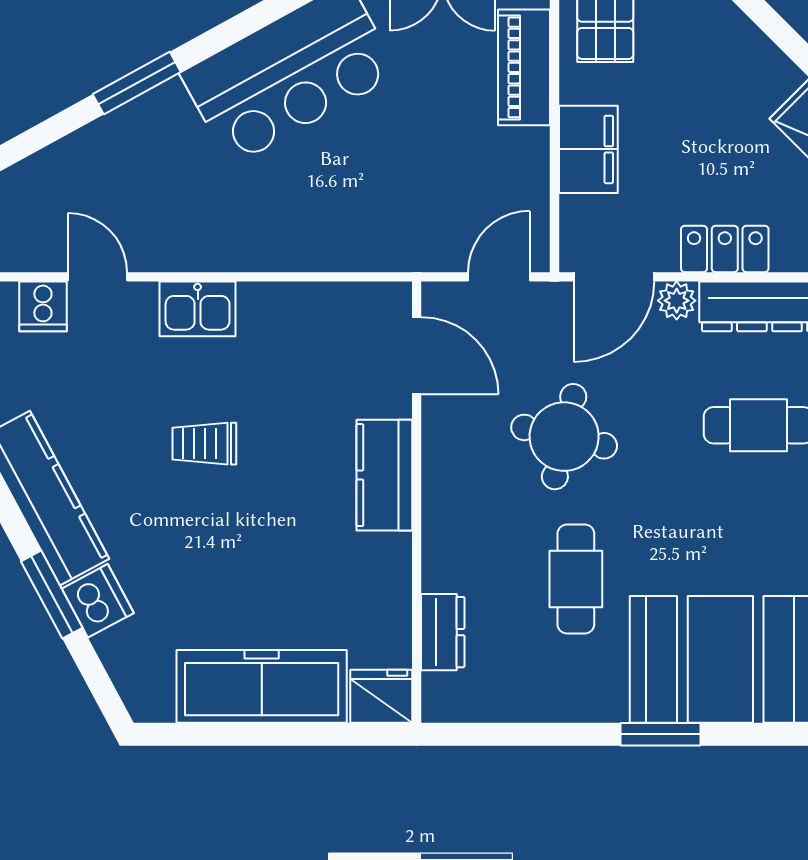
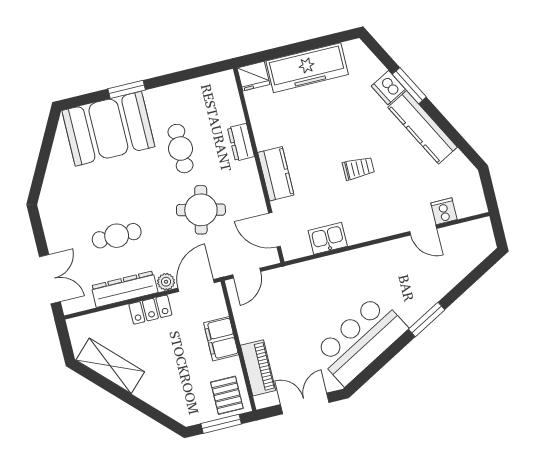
kitchen sink: (198, 309) -> (328, 238), moved
dresser: (443, 632) -> (241, 142), moved

